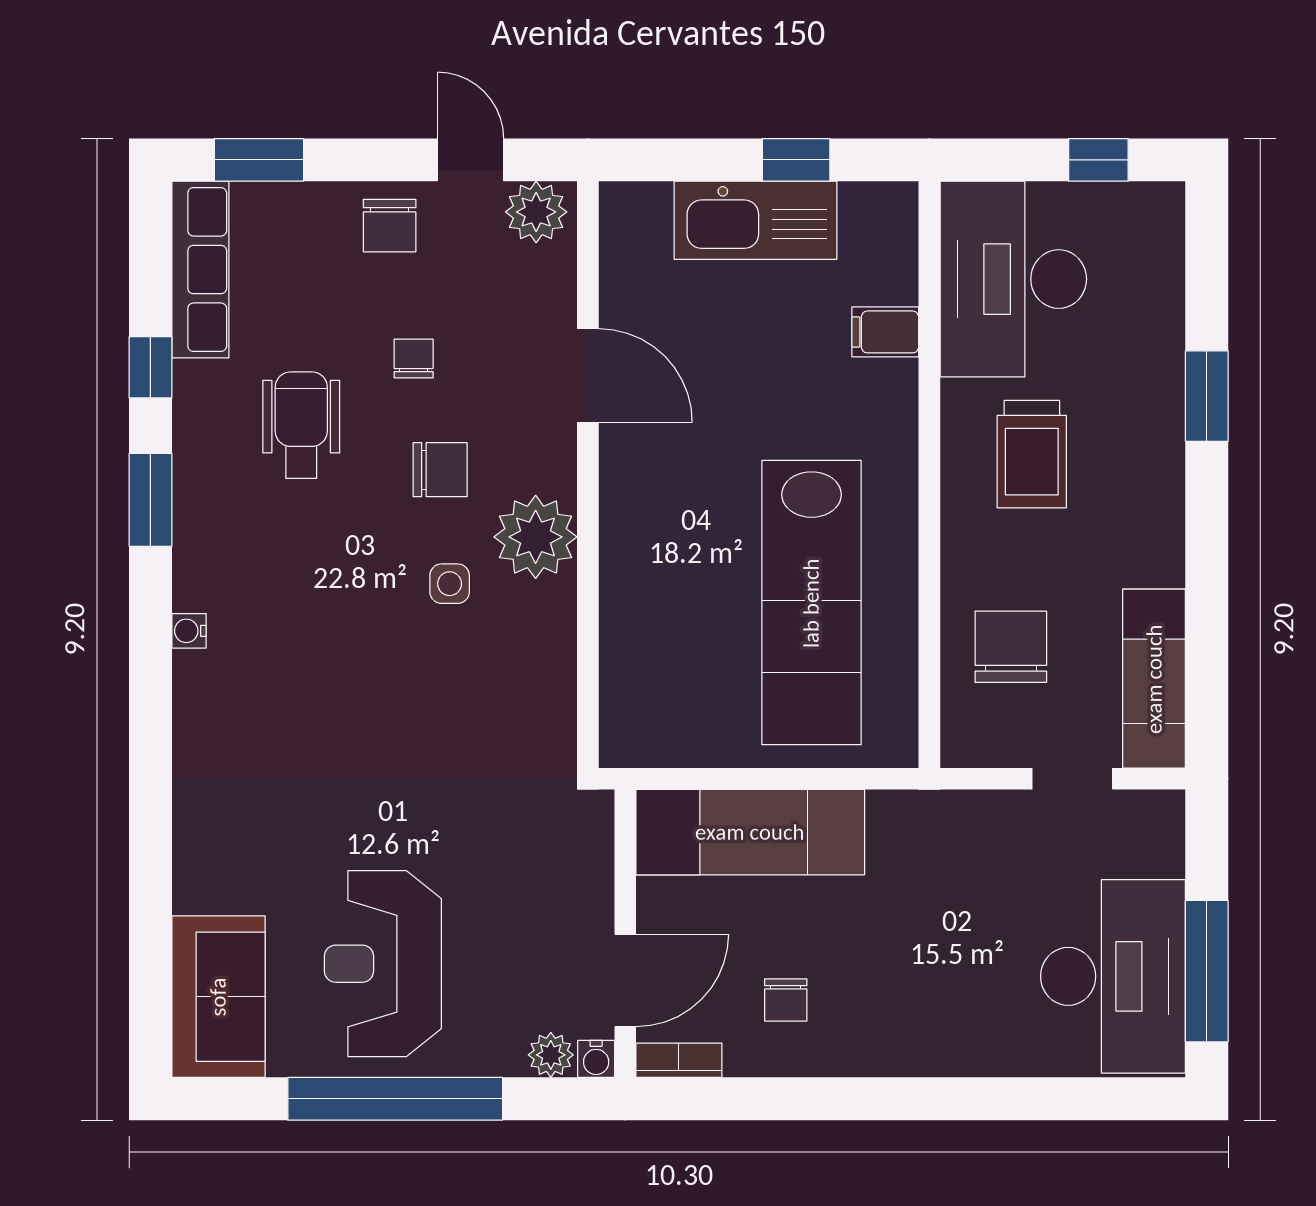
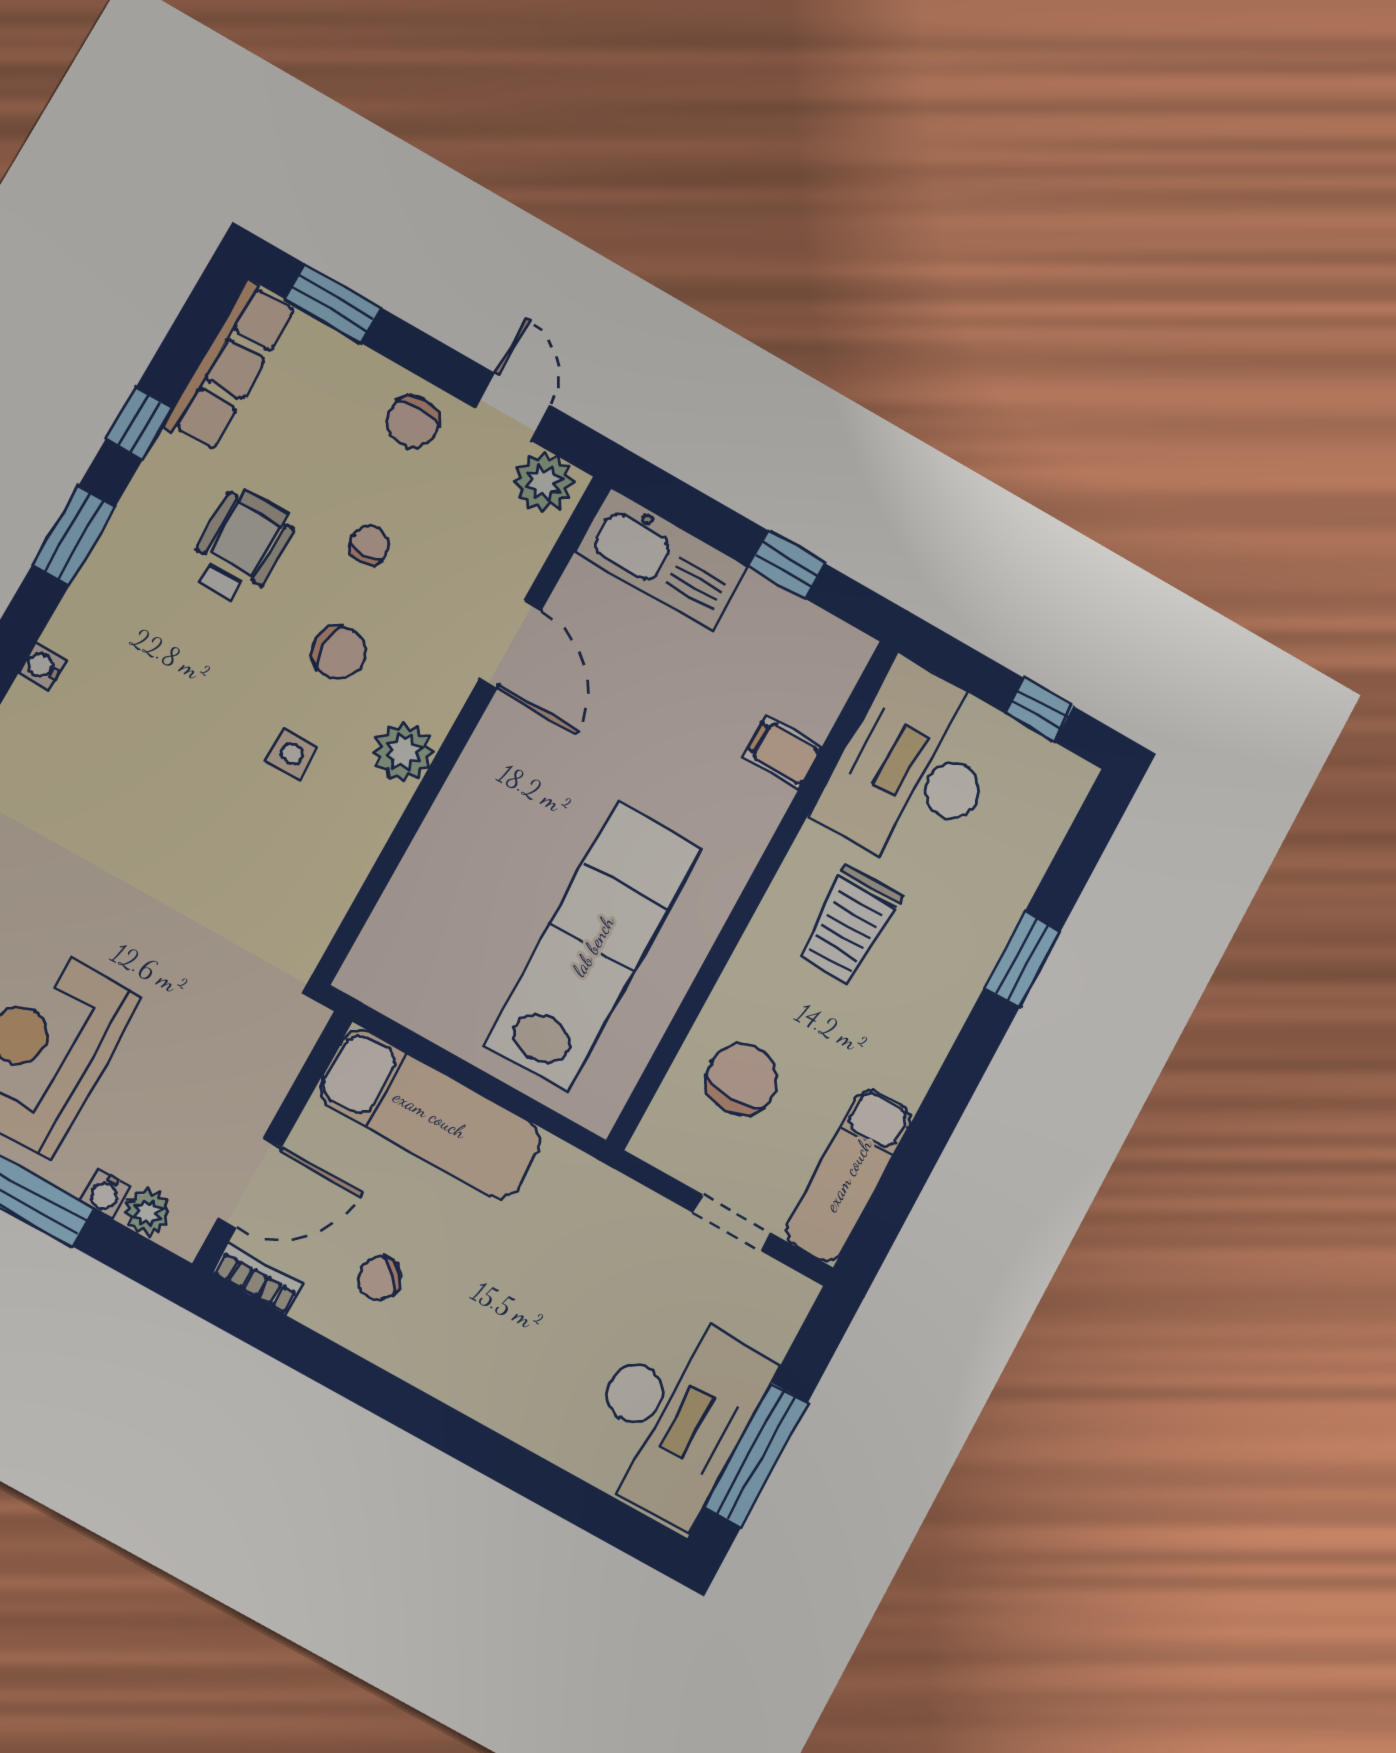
kitchen sink: (755, 220) -> (661, 559), moved
plant: (536, 537) -> (403, 752), width x0.73, depth x0.73
lab bench: (811, 603) -> (593, 946), turned 180
chair: (786, 1000) -> (380, 1278), turned 49
water cooler: (596, 1059) -> (106, 1194), moved

